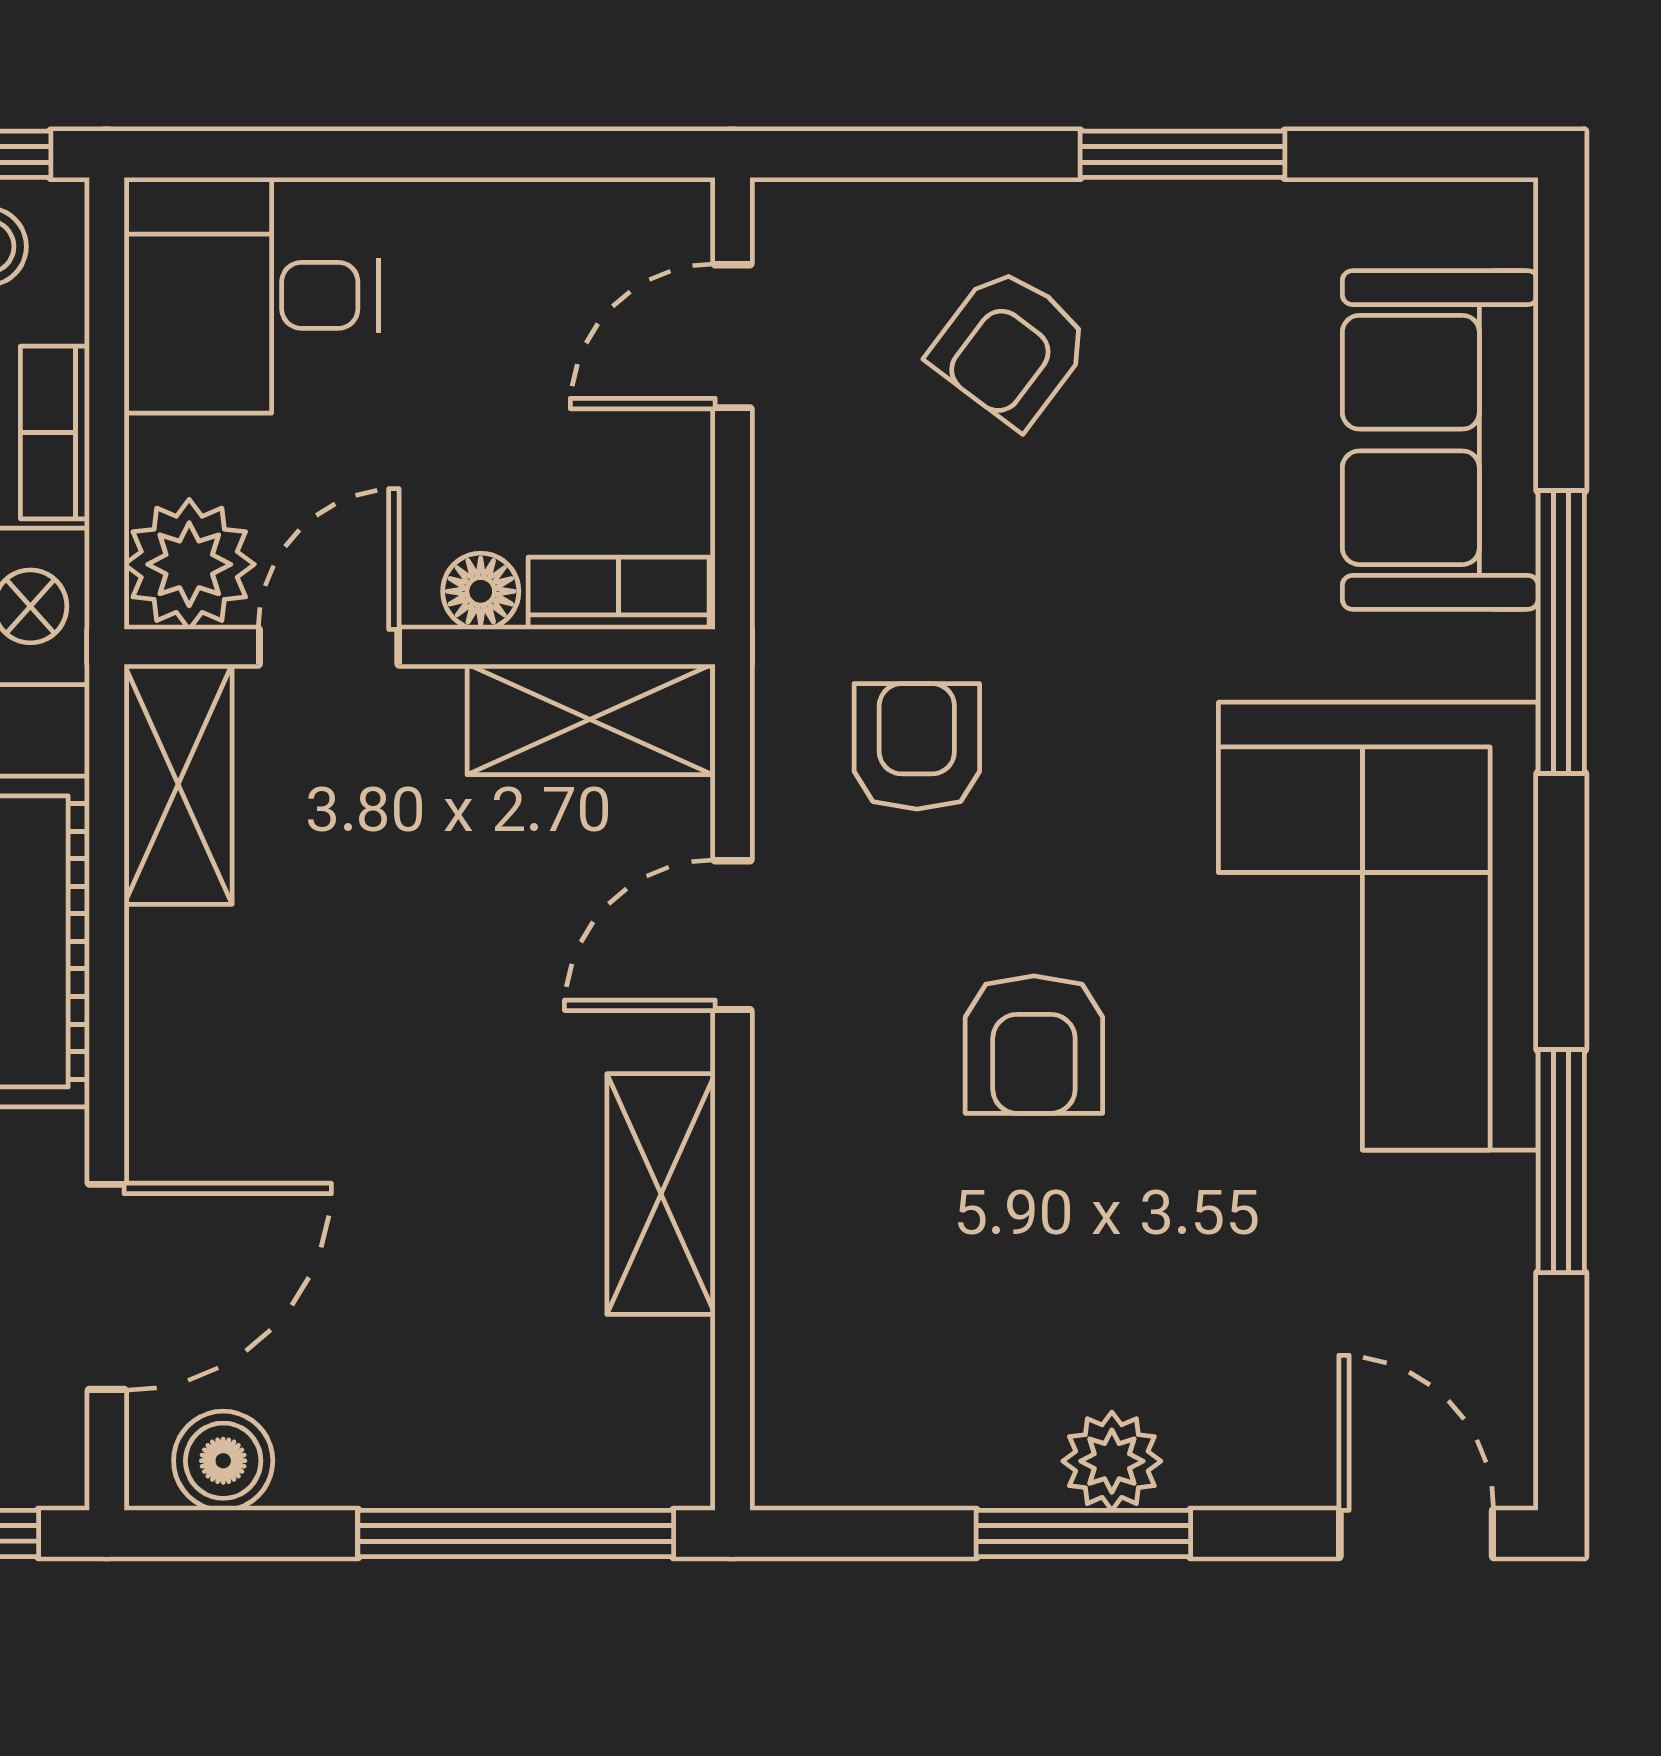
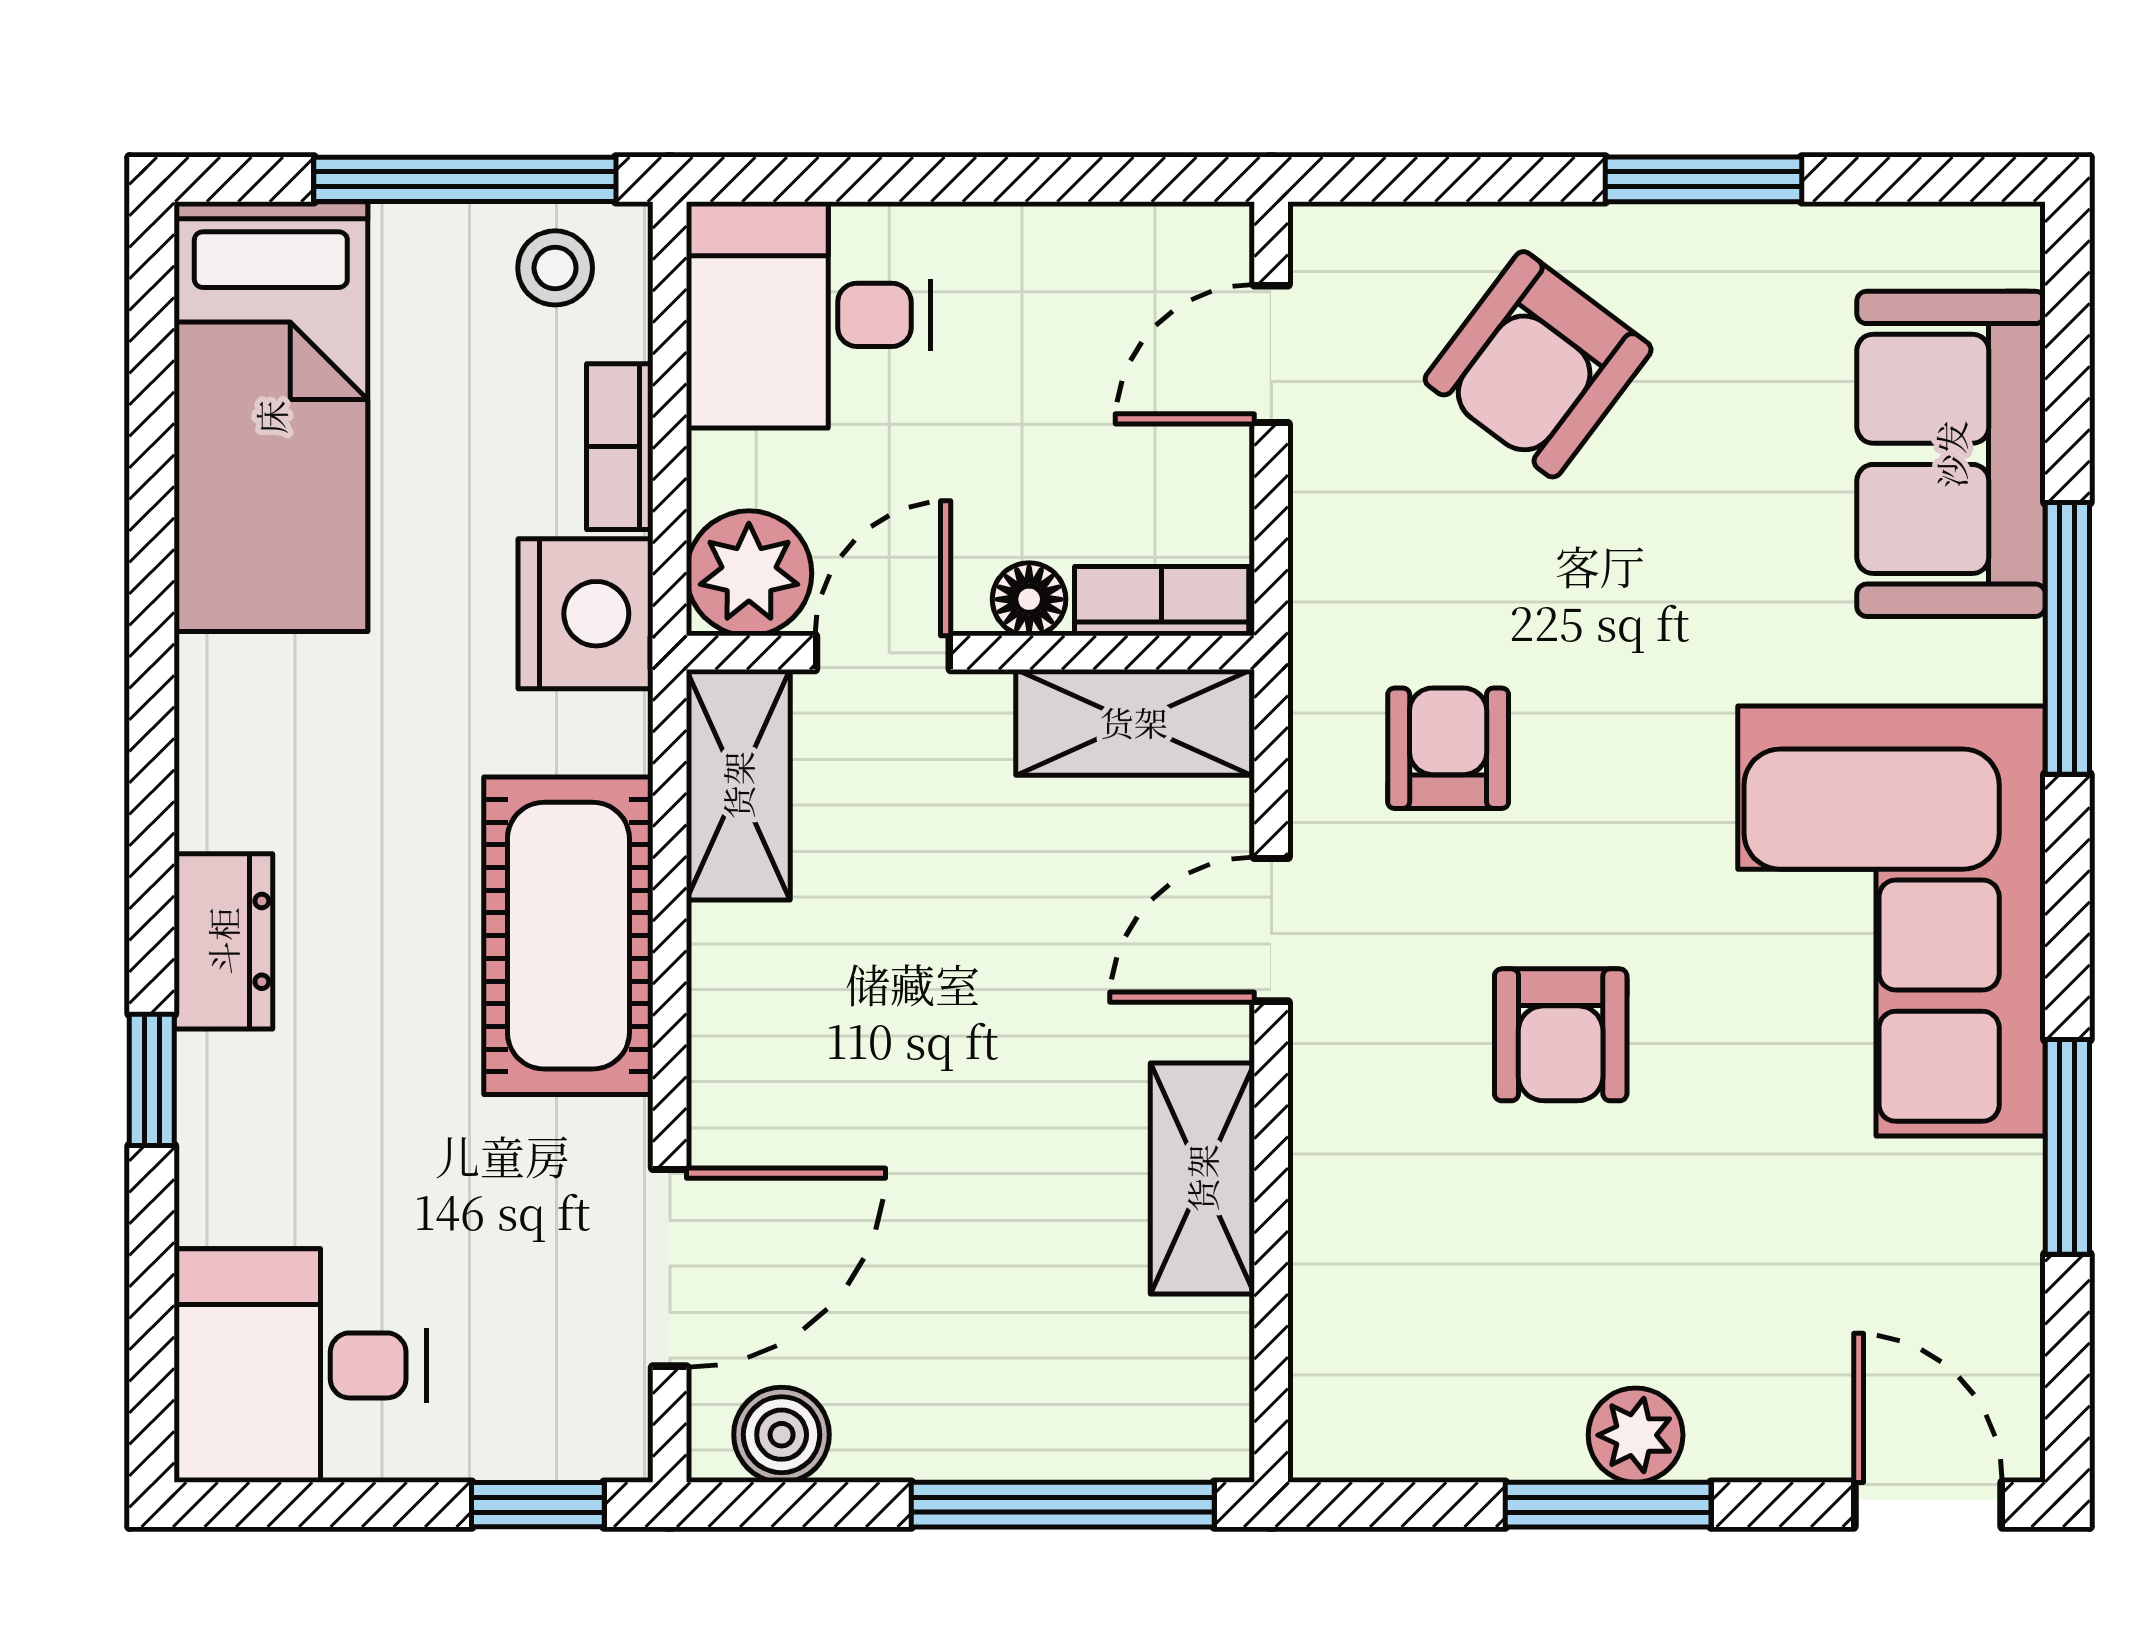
armchair: (1010, 347) -> (1538, 364), width x1.38, depth x1.38

